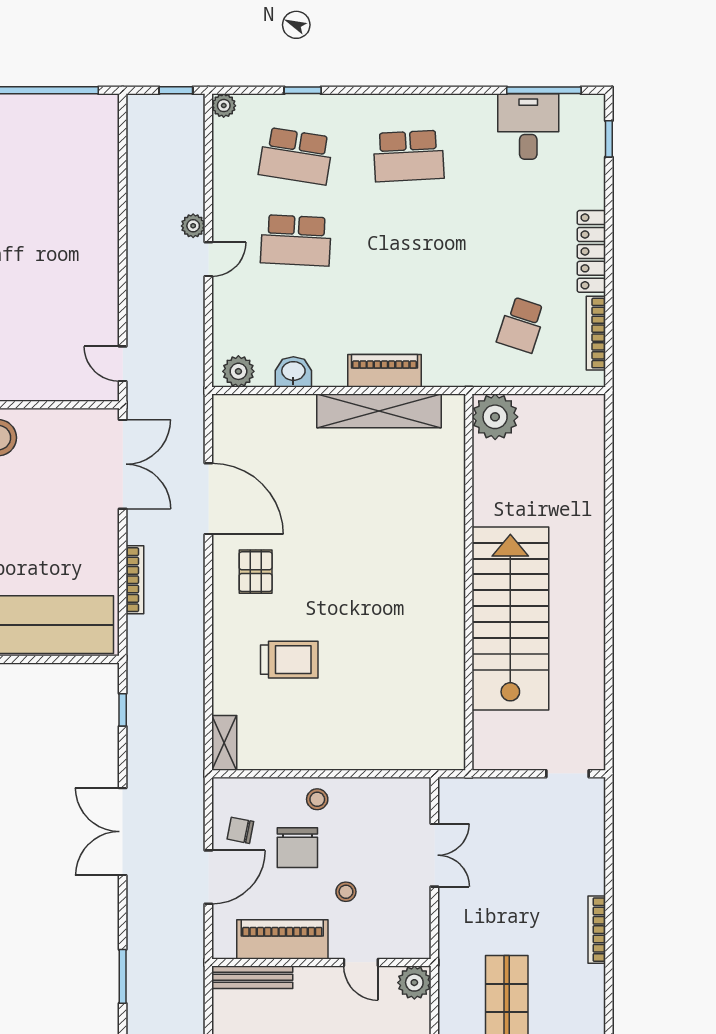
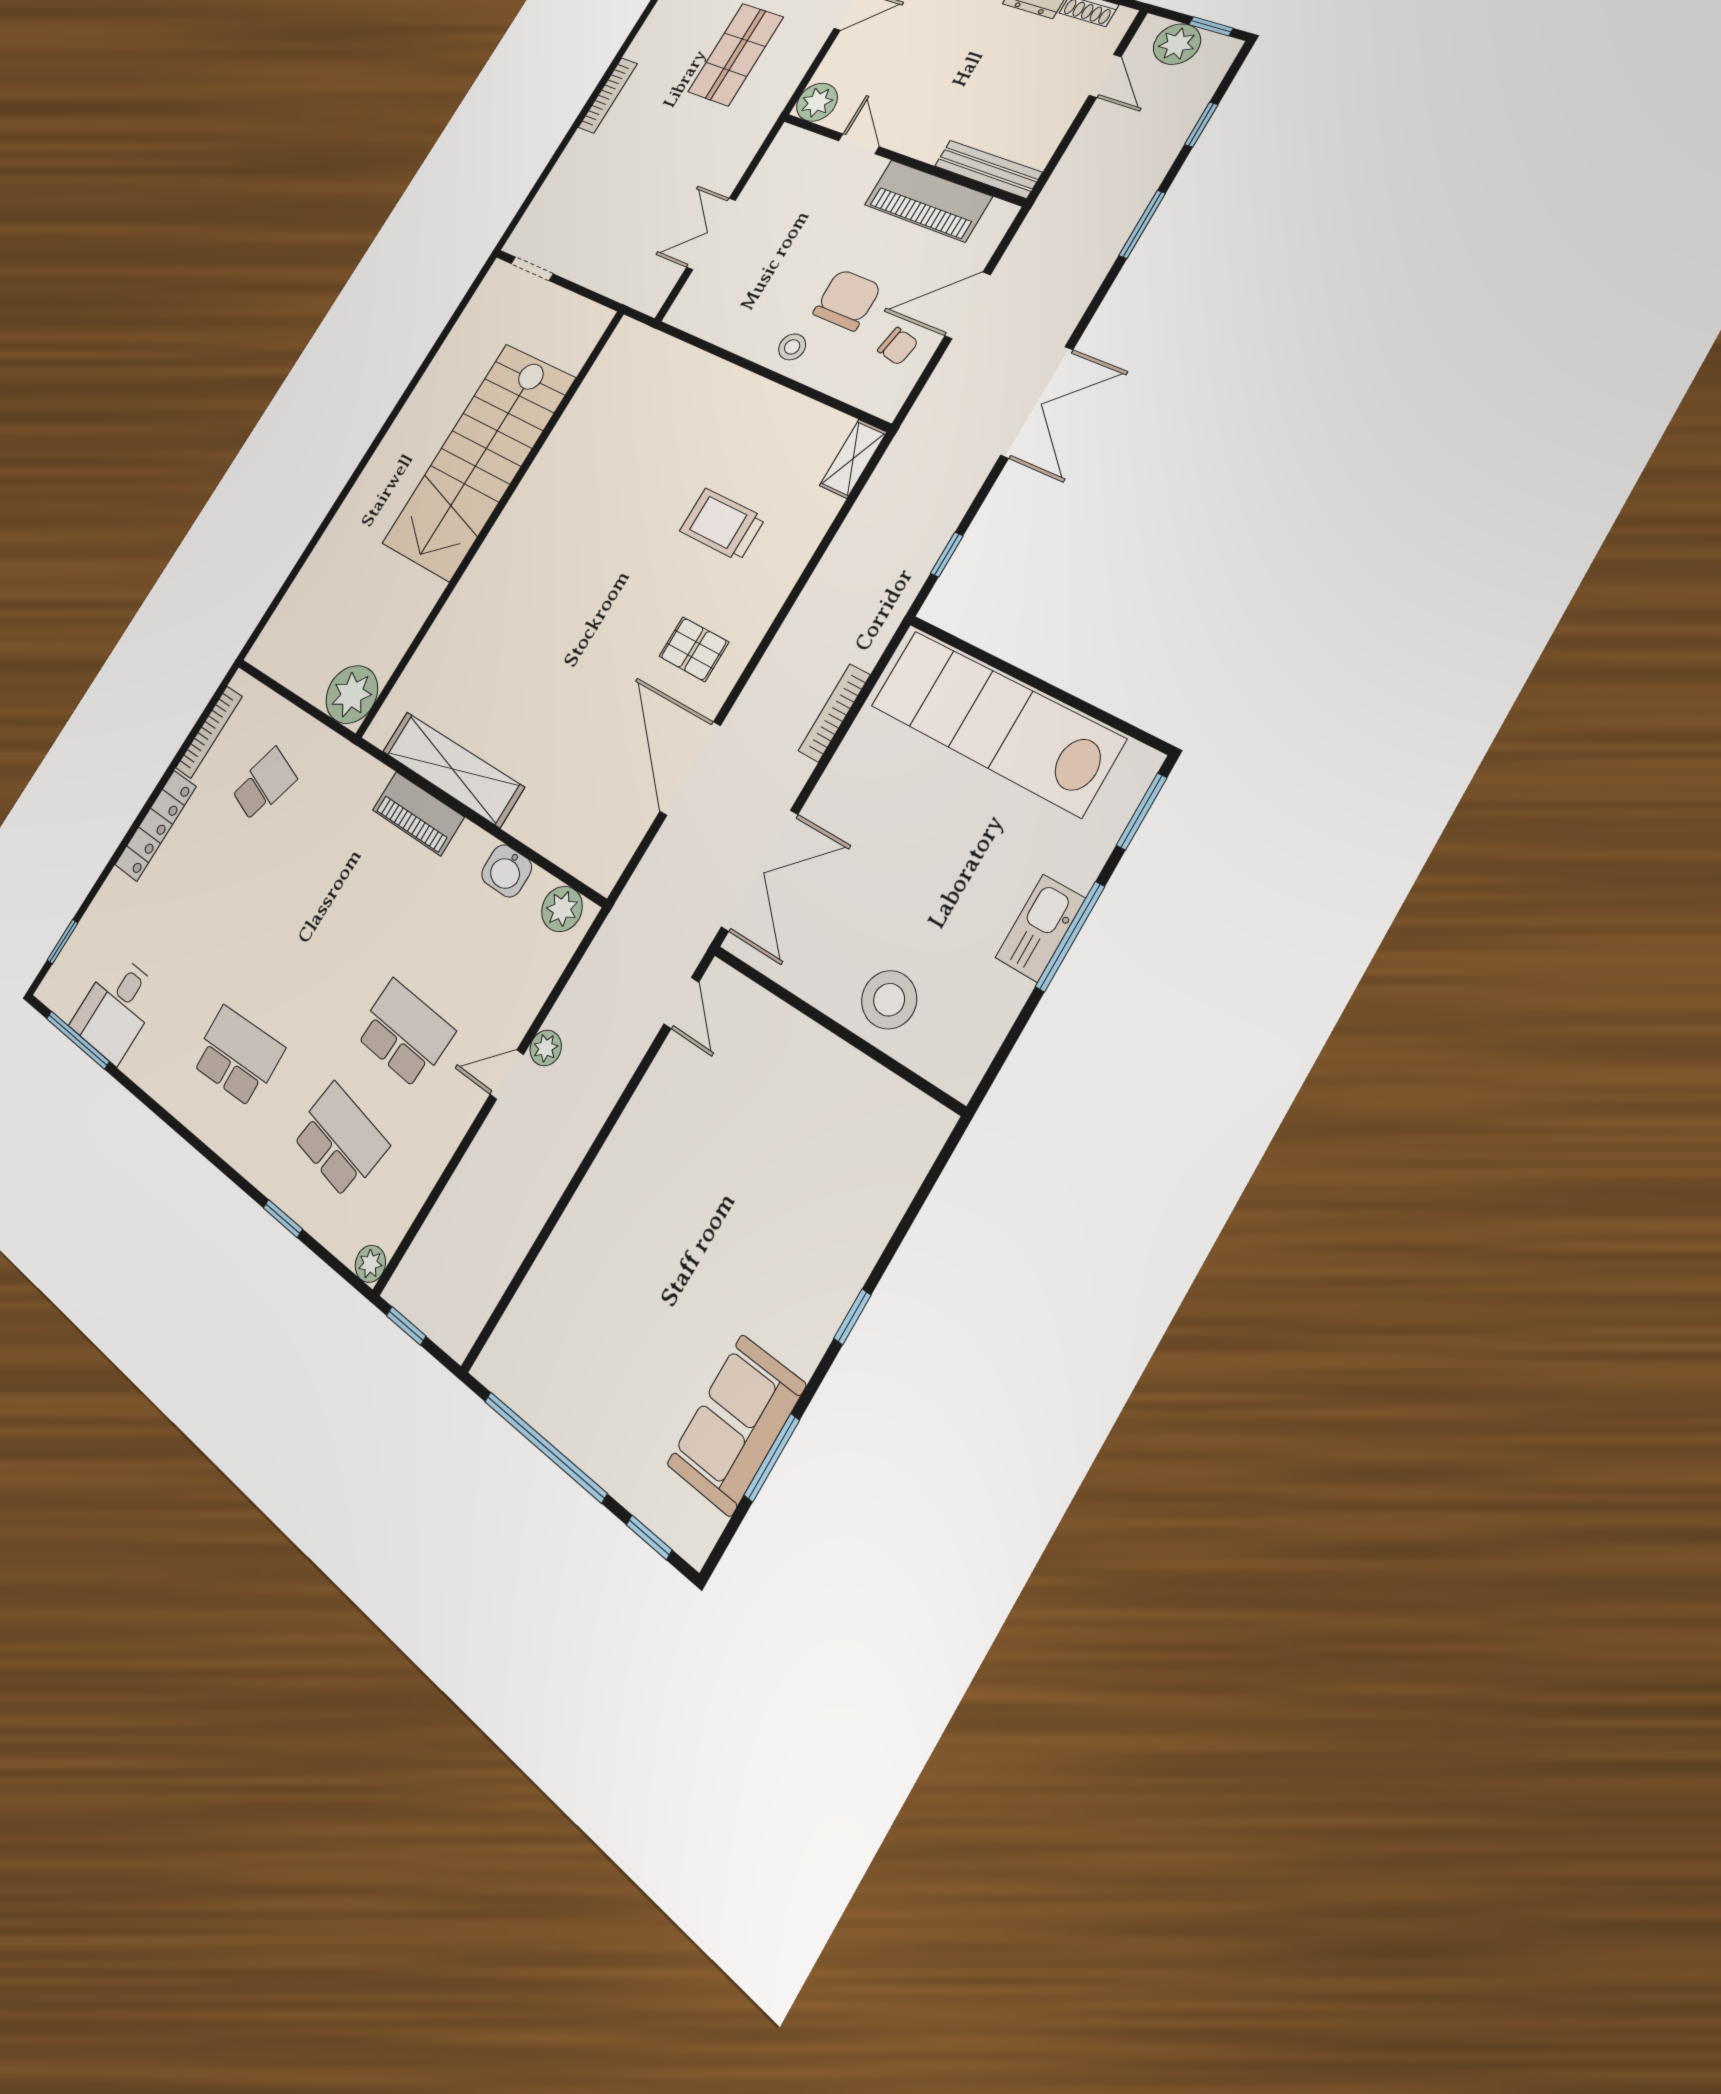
plant: (193, 226) -> (546, 1048), moved
double door: (123, 464) -> (760, 871), swing flipped
pallet: (256, 572) -> (694, 649), turned 90
stool: (346, 892) -> (826, 229), removed

